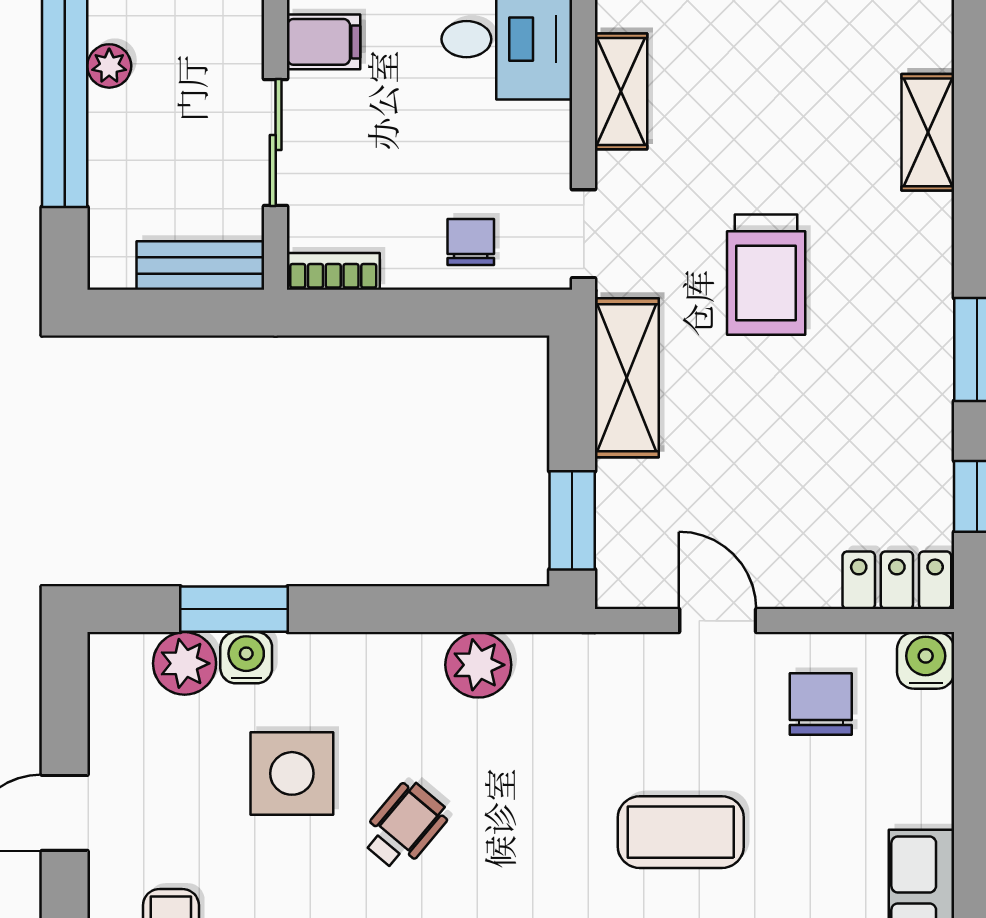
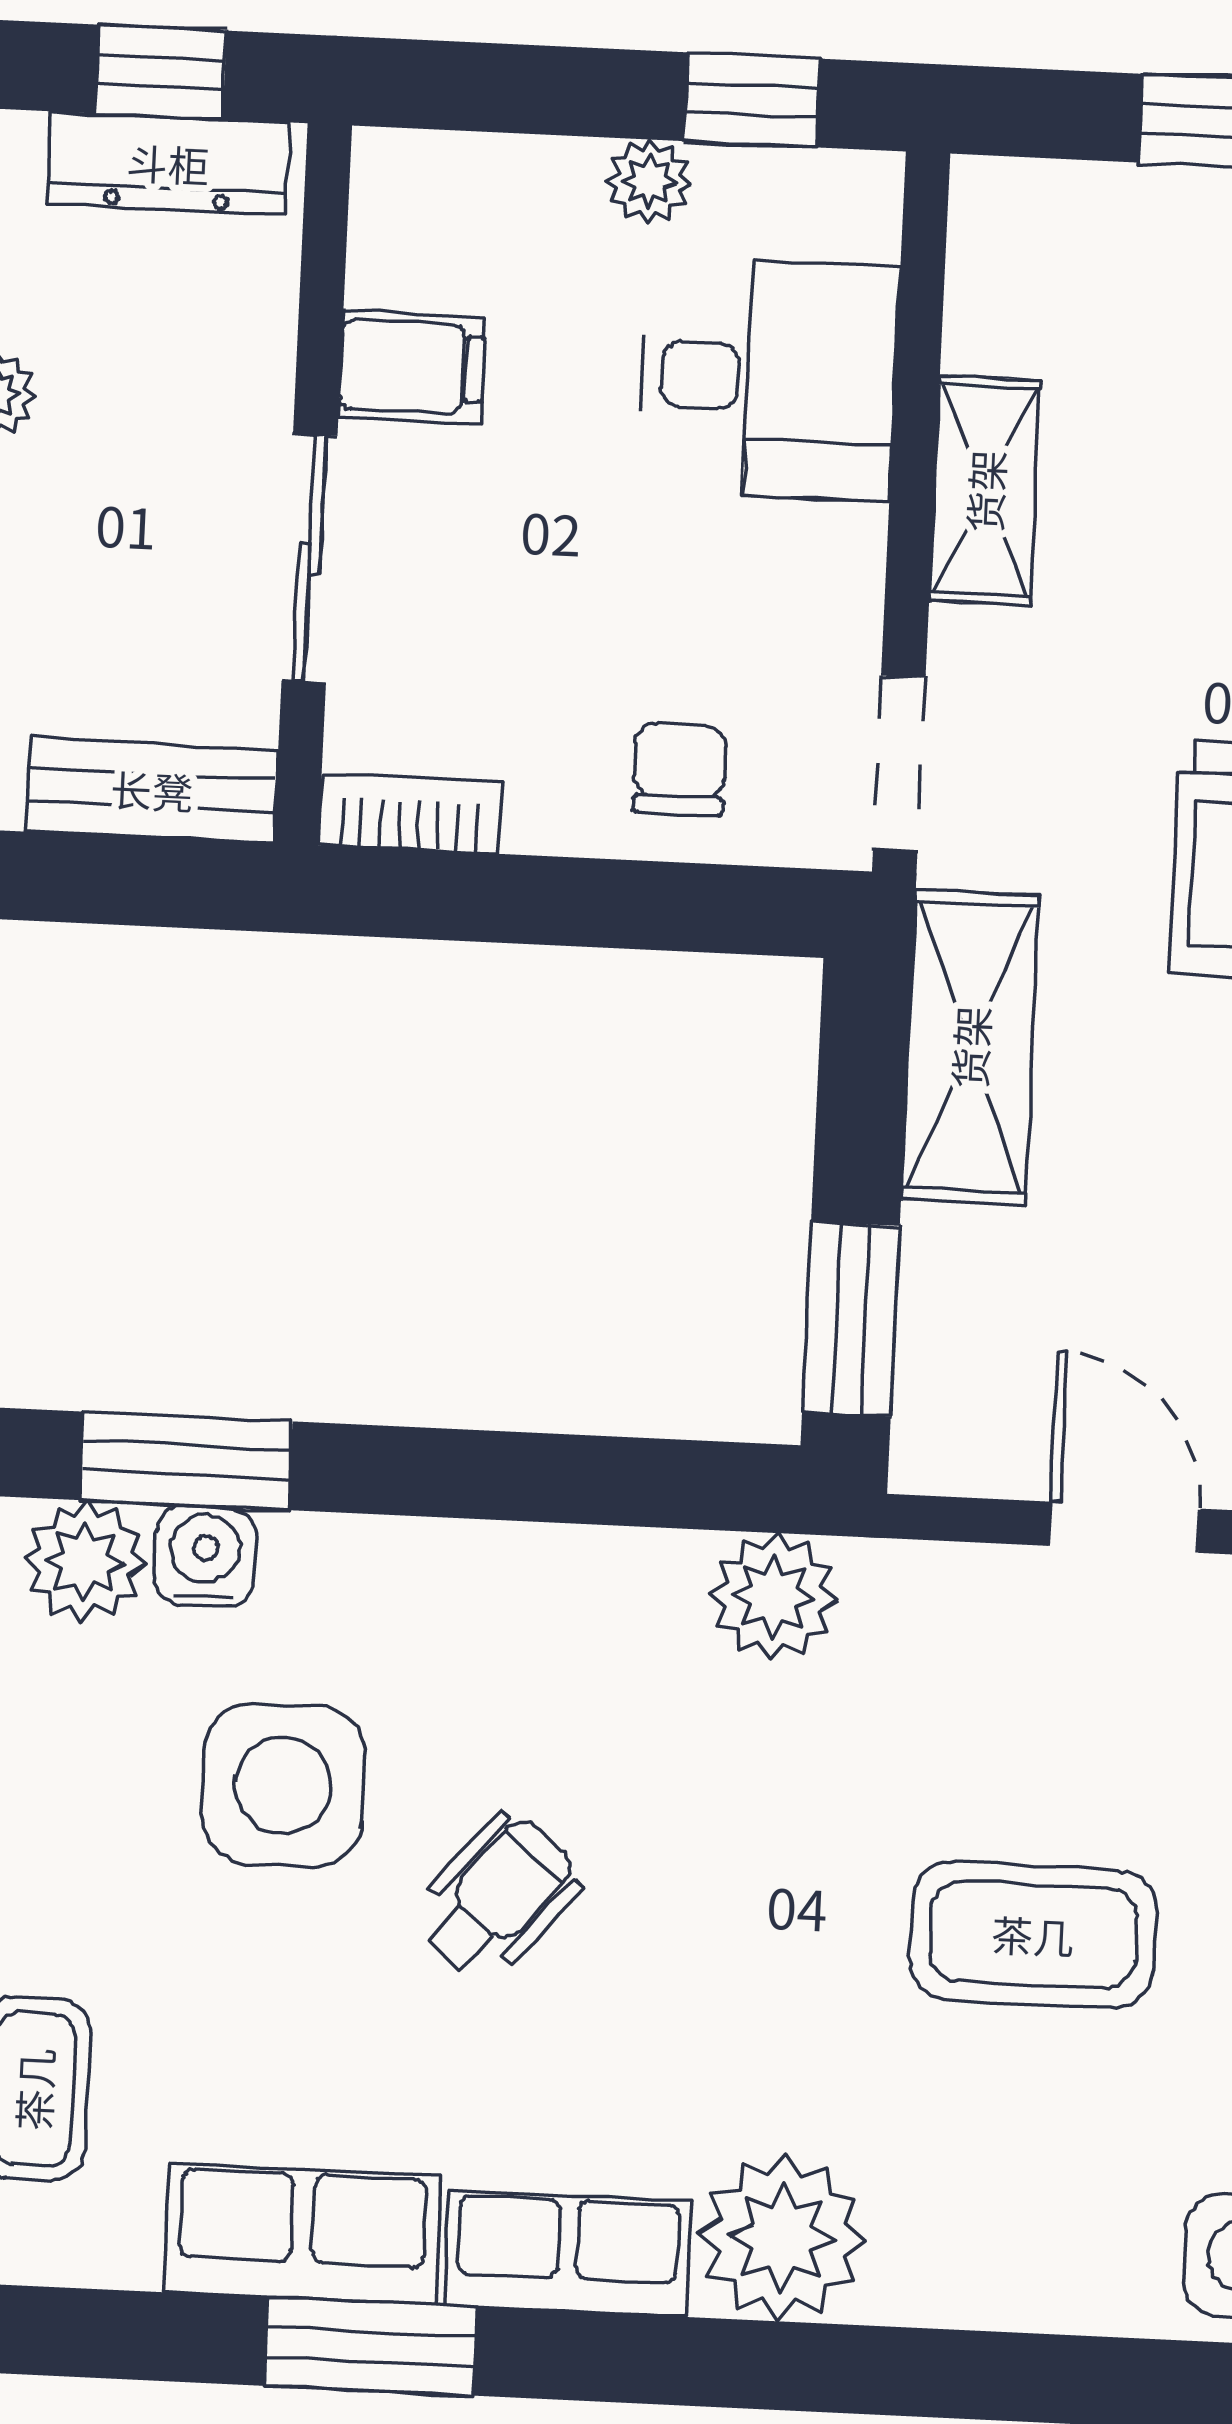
plant: (478, 665) -> (774, 1597), moved

